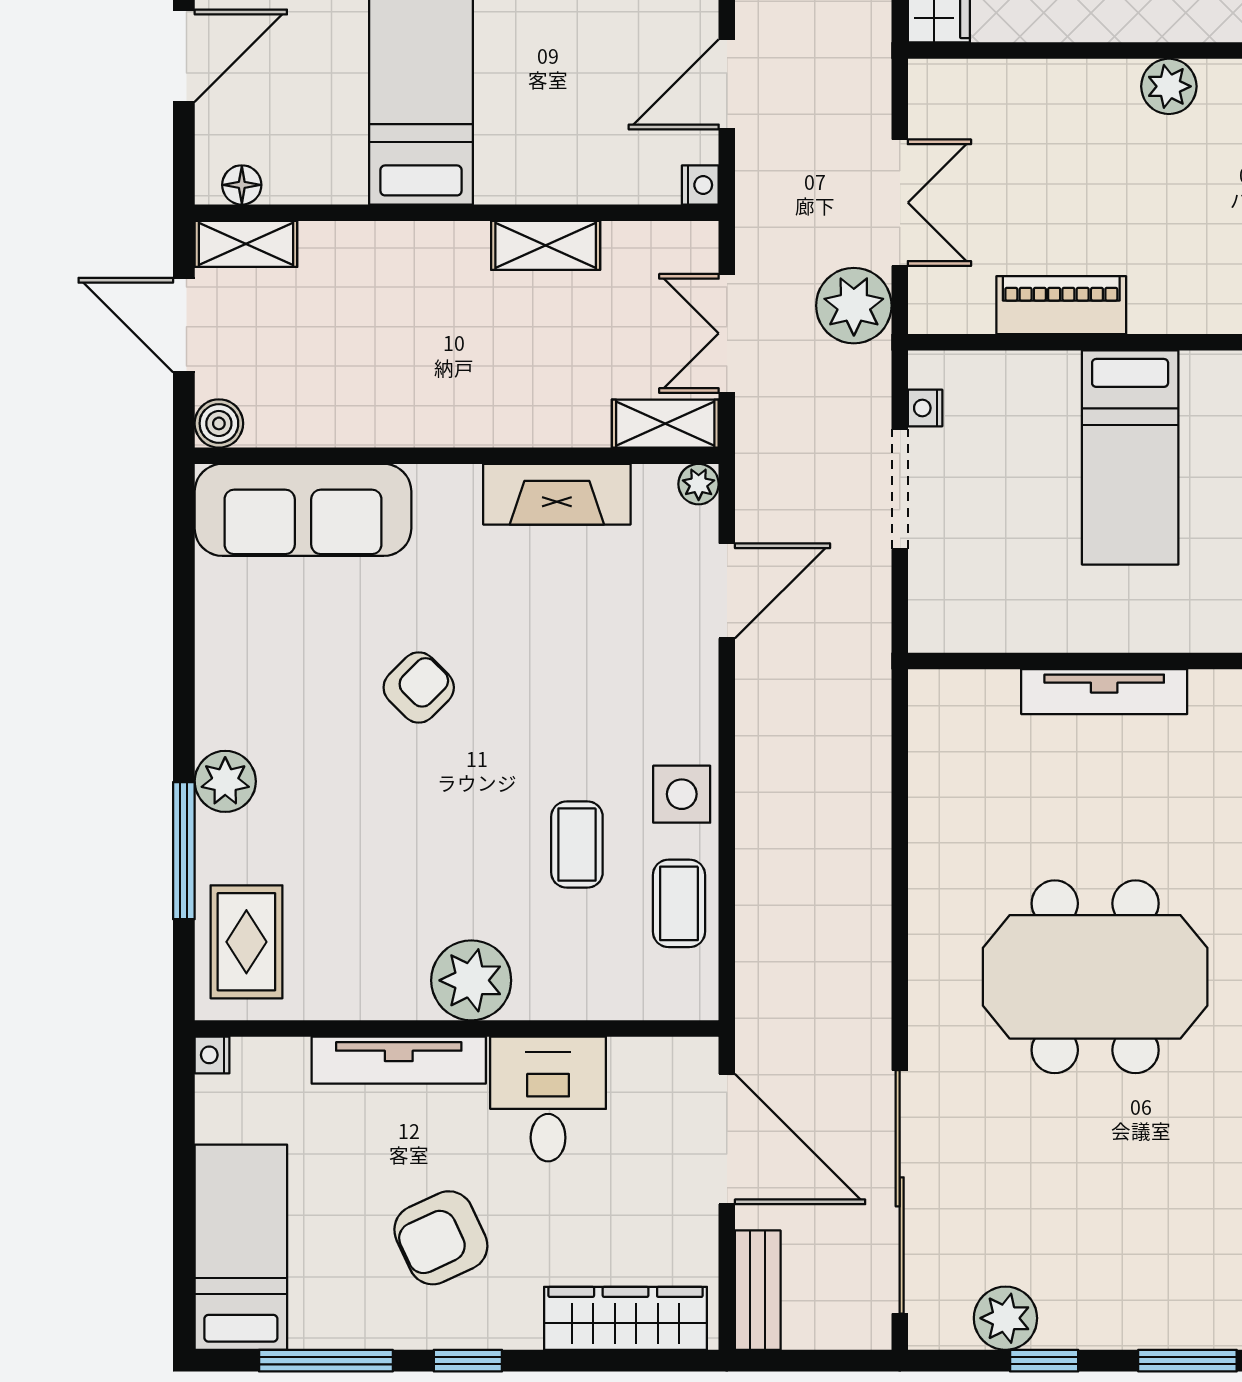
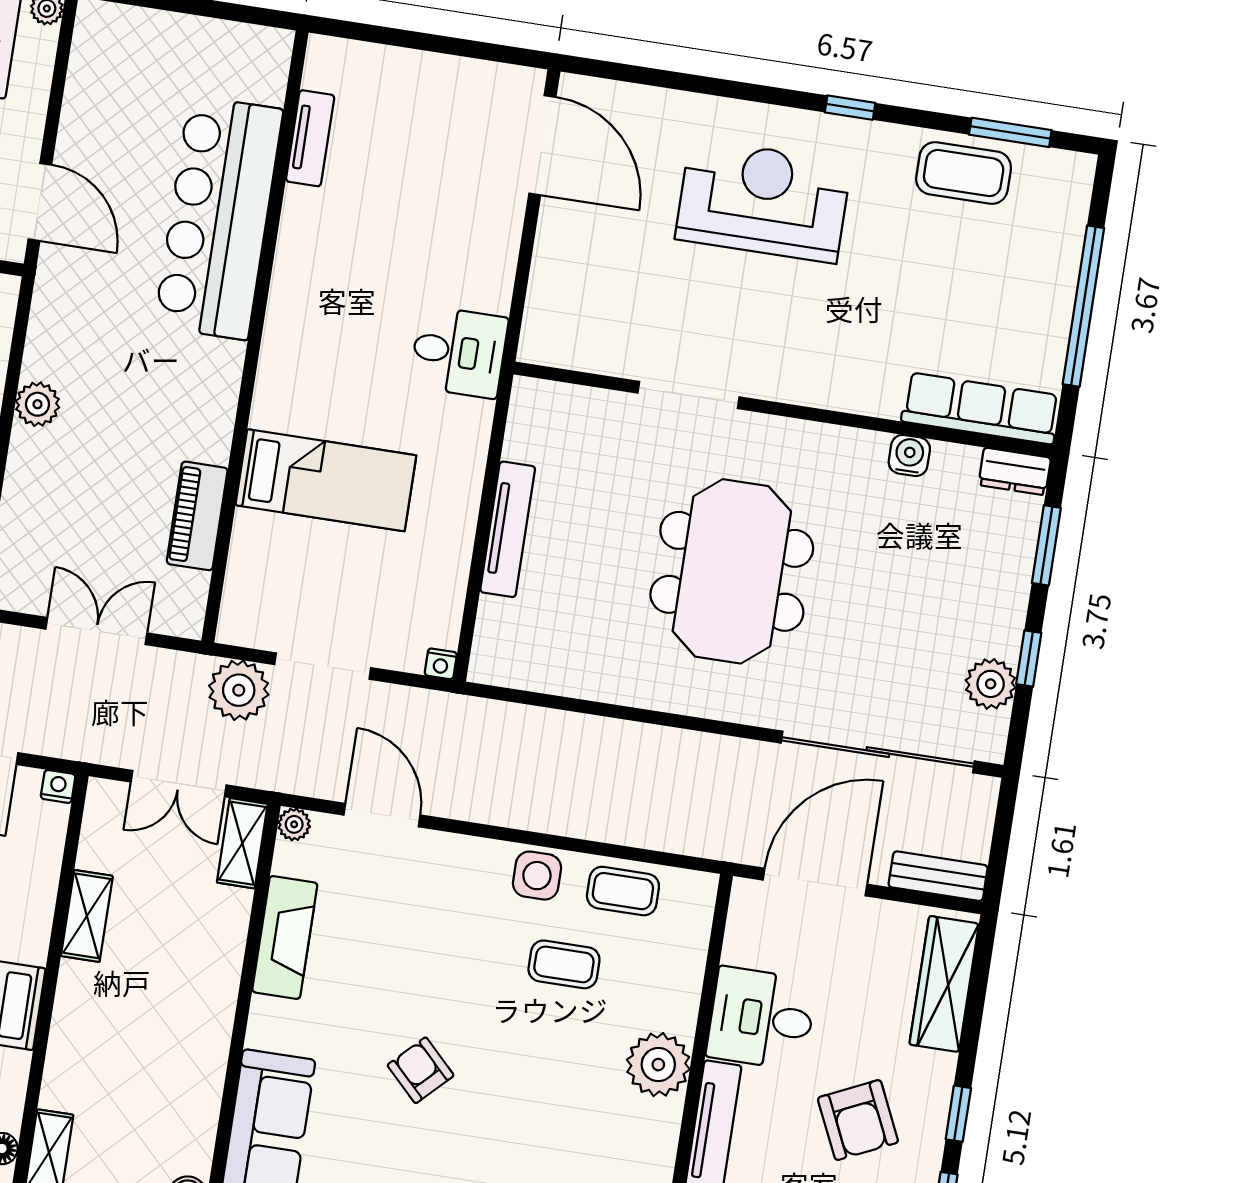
plant: (854, 306) -> (239, 690), moved
nightstand: (925, 408) -> (441, 664), moved

